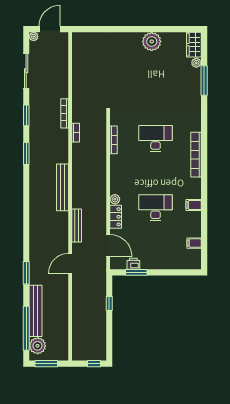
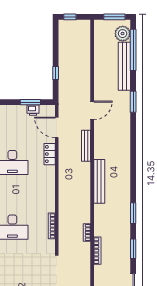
plant: (115, 199) -> (50, 170), removed

